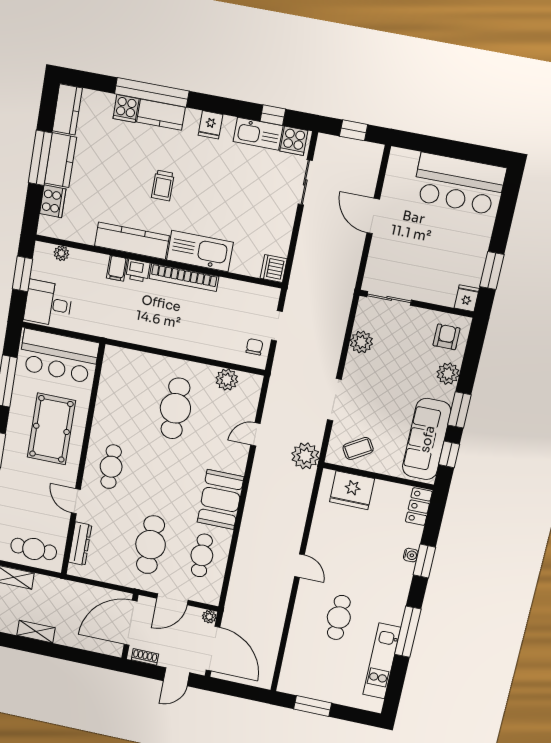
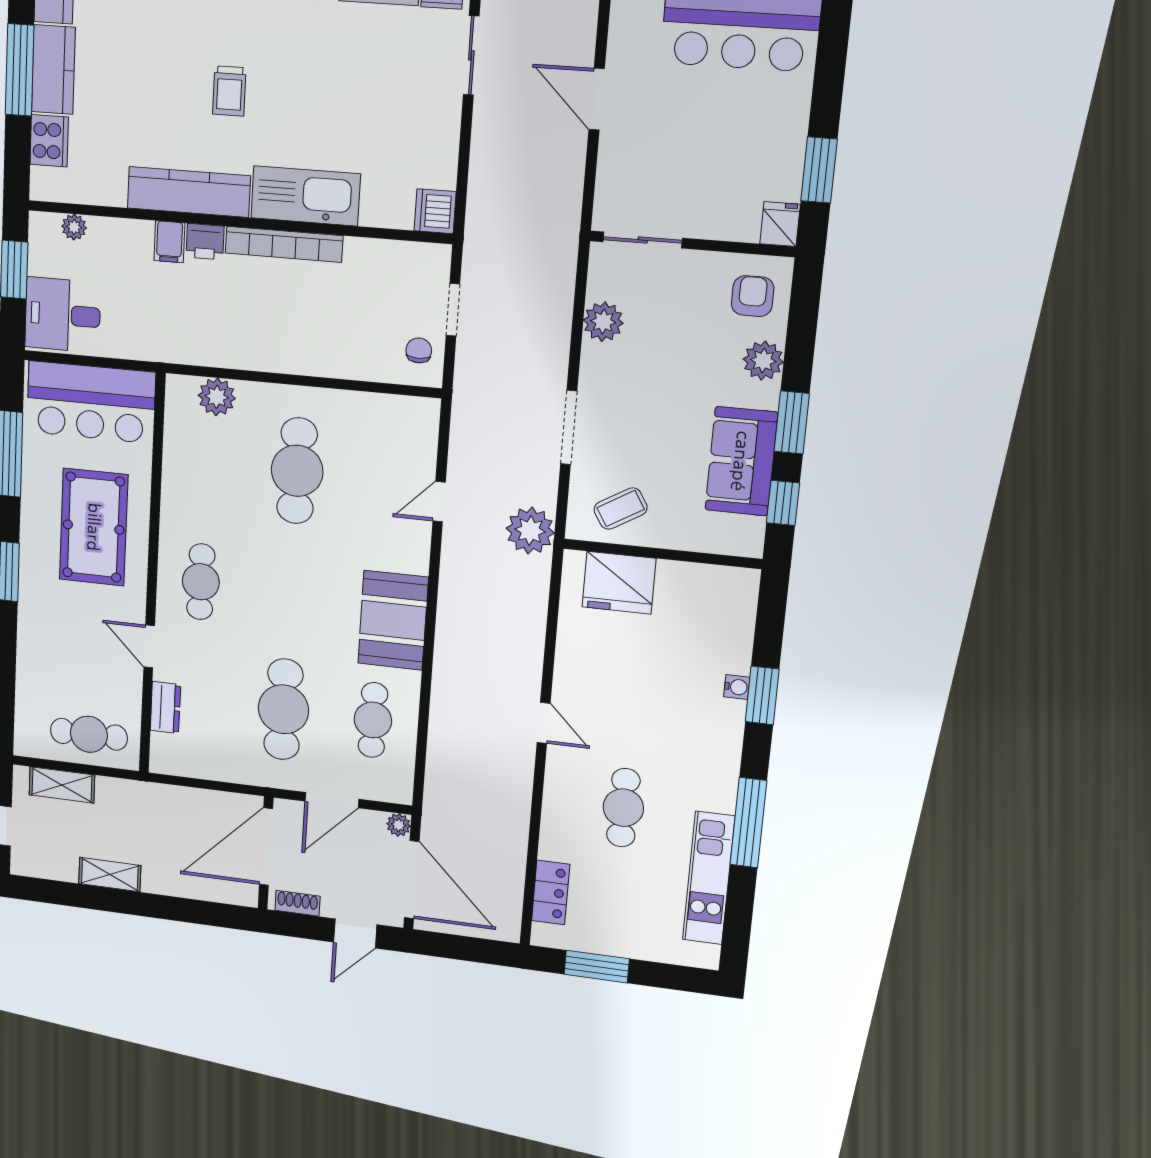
plant: (227, 380) -> (217, 397), moved
sofa: (427, 439) -> (741, 461), width x0.73
locker: (419, 507) -> (551, 892), moved, turned 180
dresser: (80, 544) -> (165, 707), width x0.70

